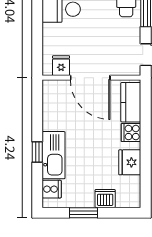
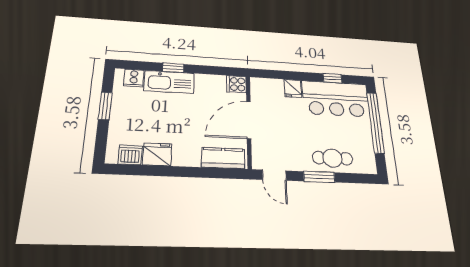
fridge: (61, 66) -> (293, 88), moved, turned 90
cooker: (131, 133) -> (236, 84), moved, turned -90
dishwasher: (105, 199) -> (130, 155), moved, turned -90

